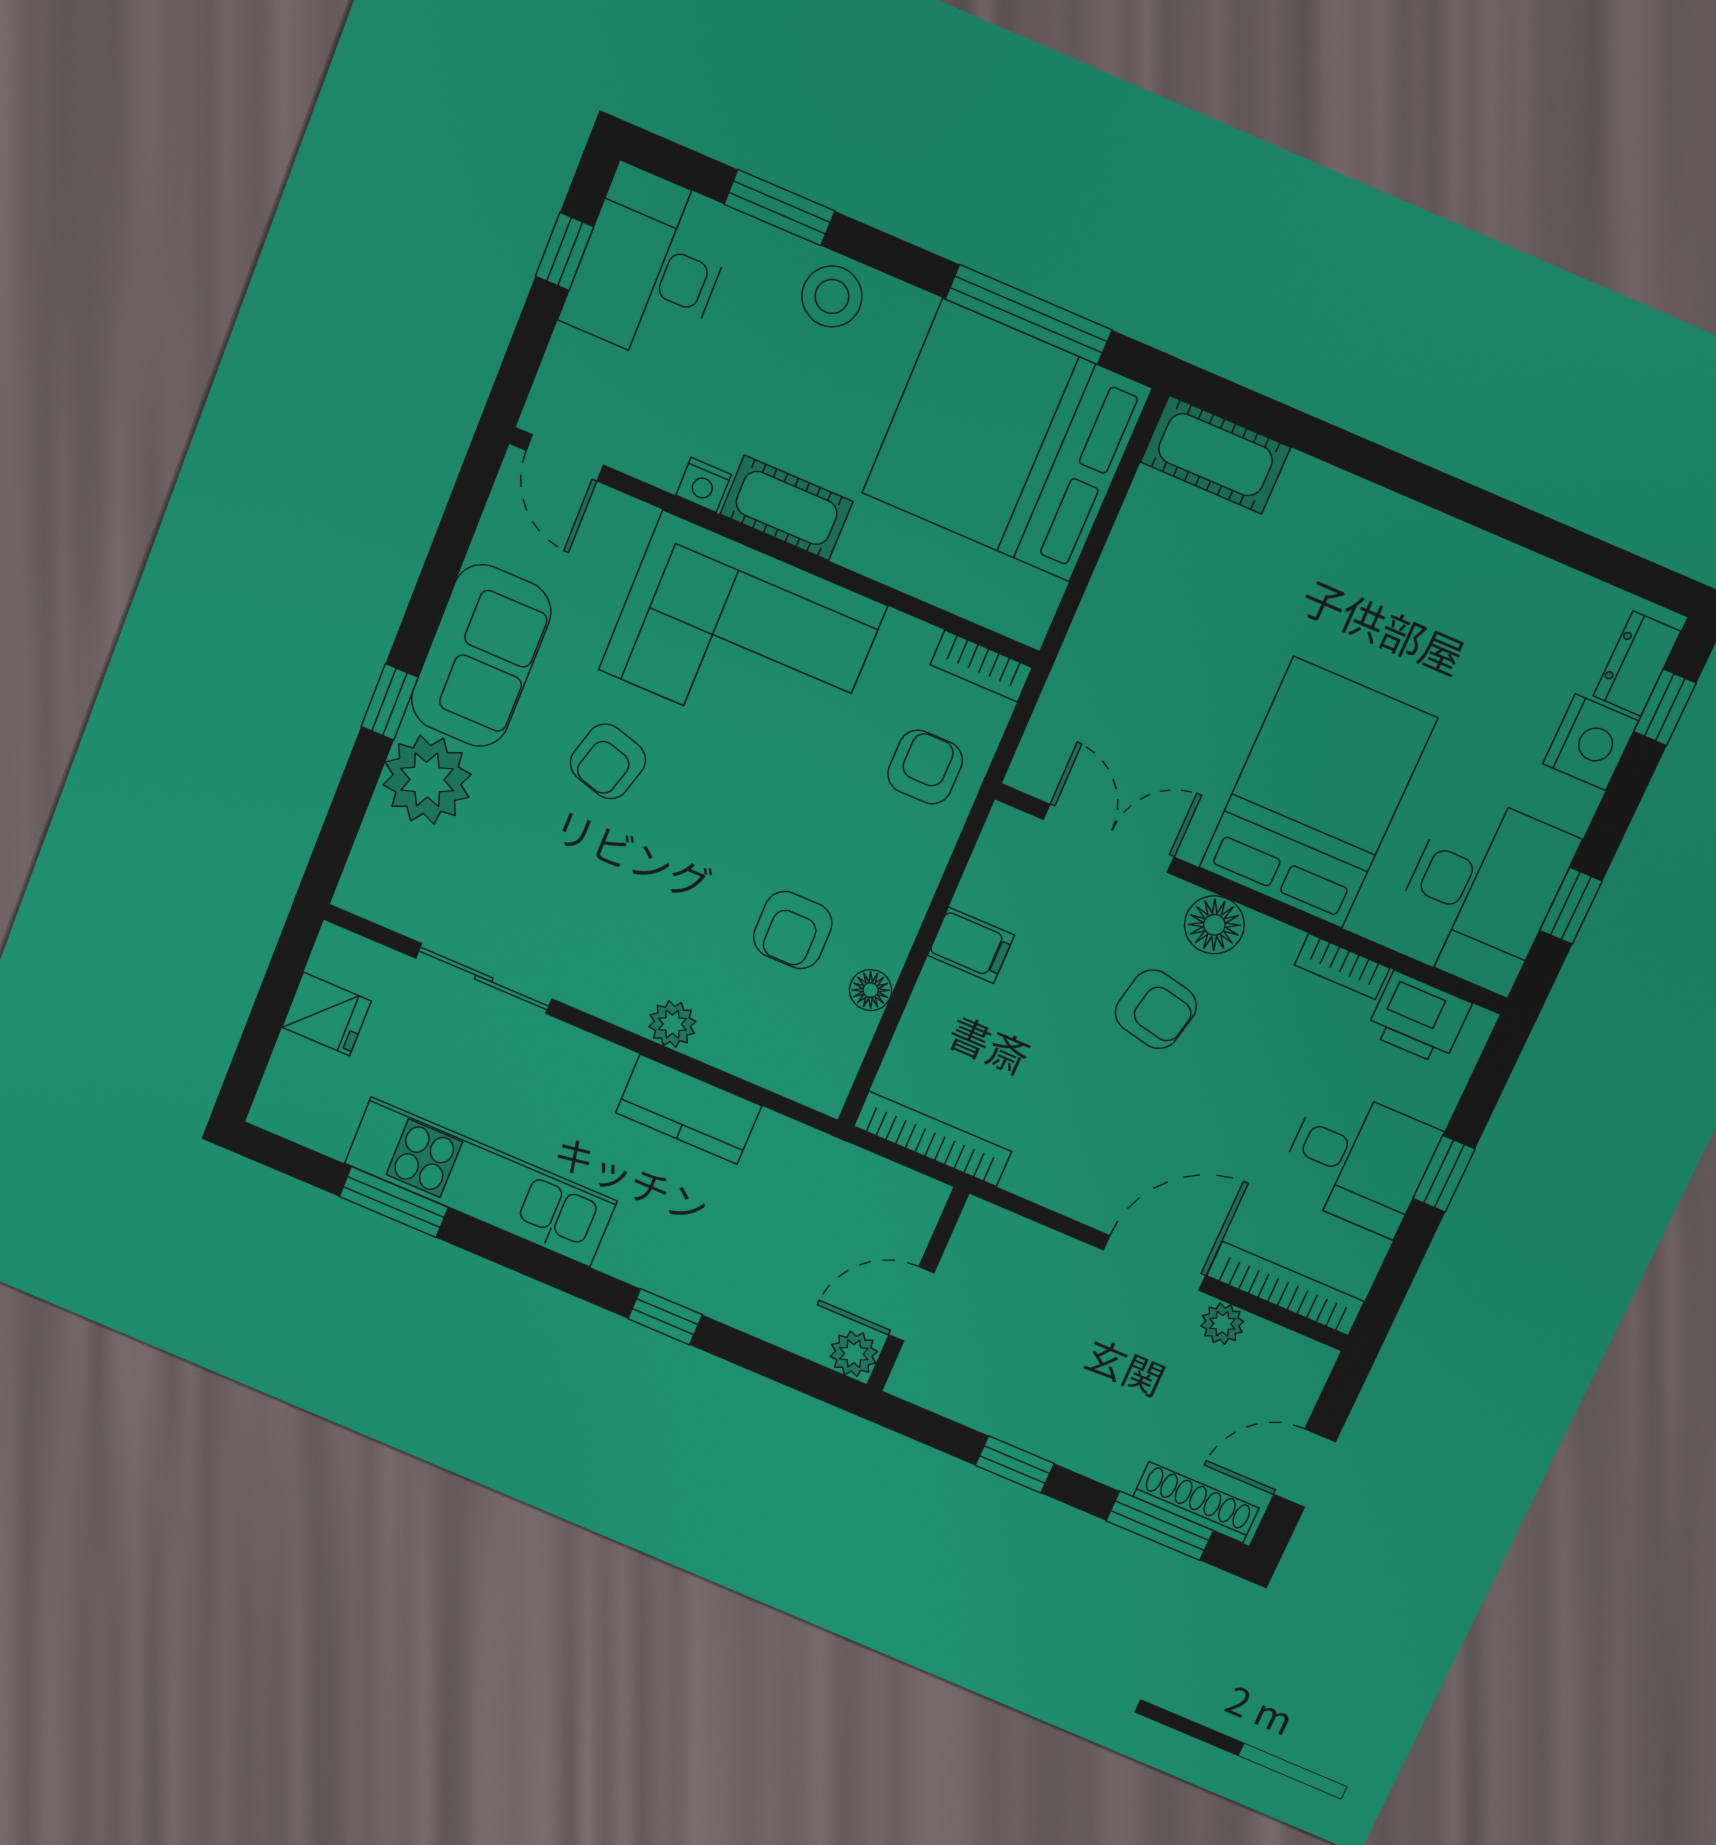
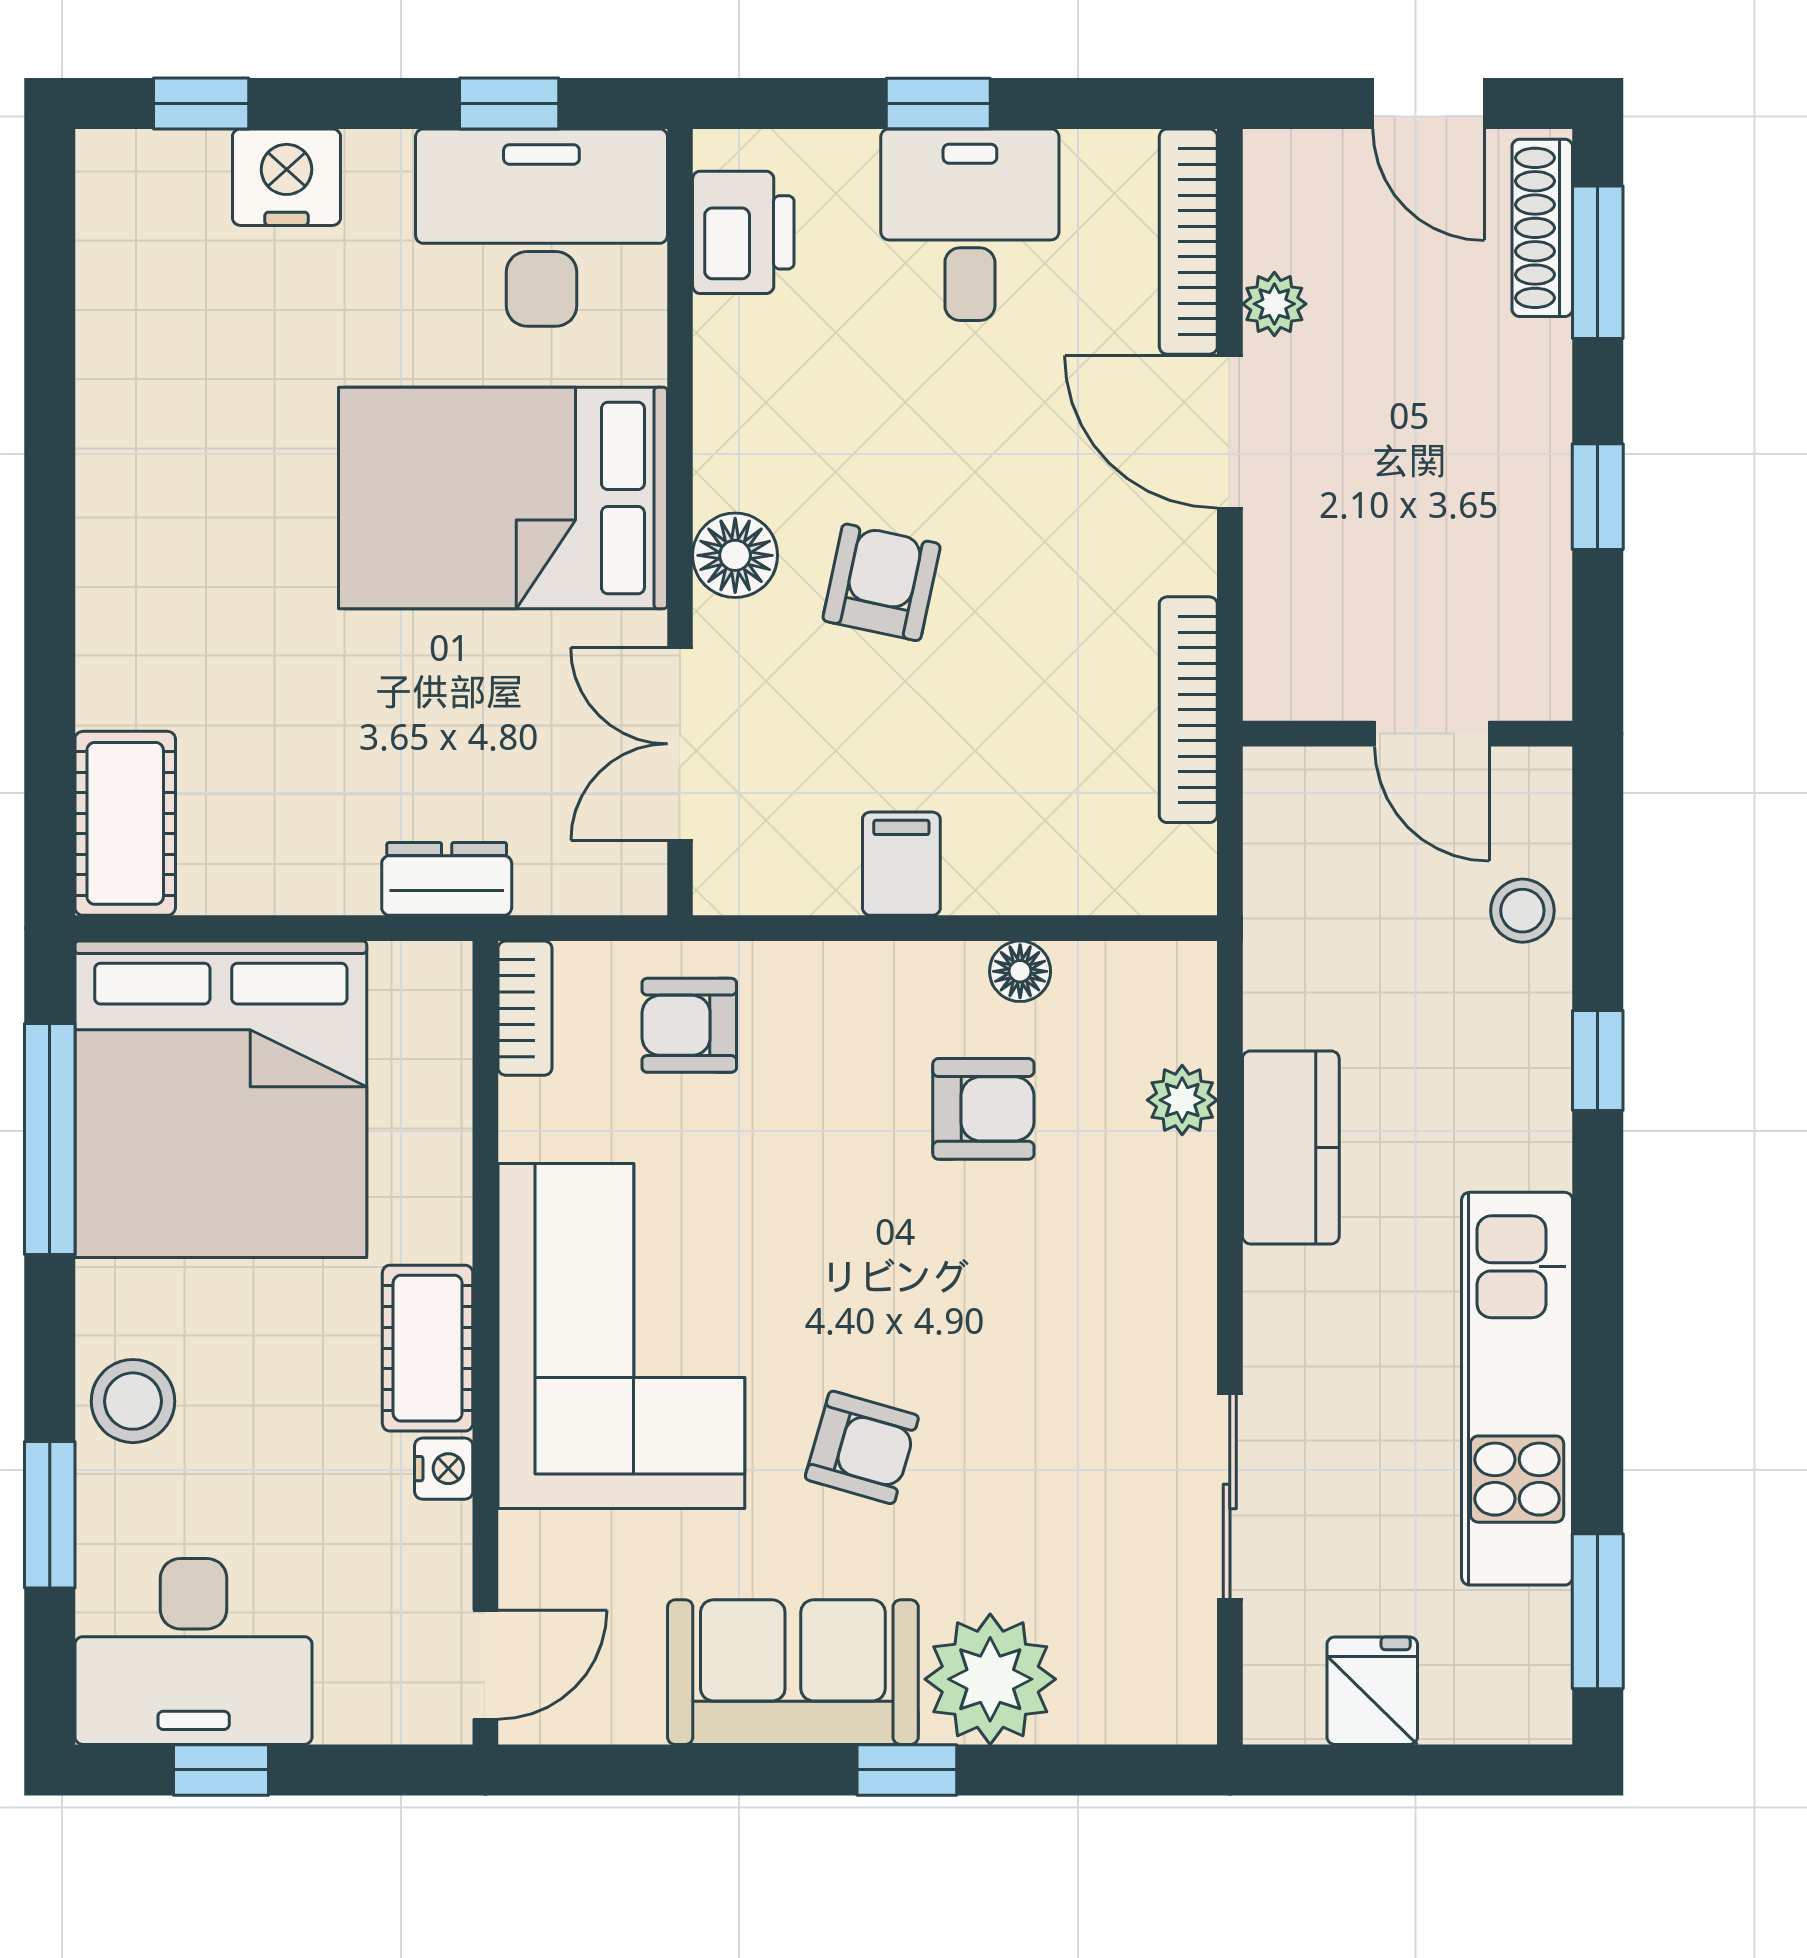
dresser: (1637, 664) -> (447, 879), moved, turned 180
bookcase: (1342, 966) -> (718, 364), removed
plant: (672, 1024) -> (1182, 1100), moved
bookcase: (933, 1139) -> (1188, 710), moved
window: (394, 1202) -> (1598, 1611), moved
stool: (777, 1311) -> (1522, 911), added
plant: (854, 1354) -> (1537, 782), removed

